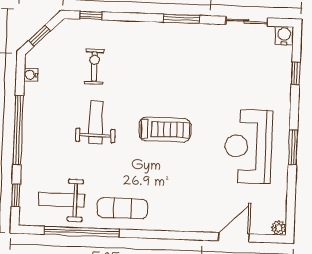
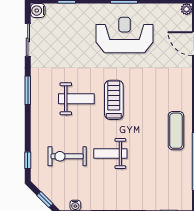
exercise bike: (94, 67) -> (67, 156), width x1.38, depth x1.39
reception desk: (248, 146) -> (125, 35), turned 180
weight bench: (62, 200) -> (76, 99), moved, turned -90

